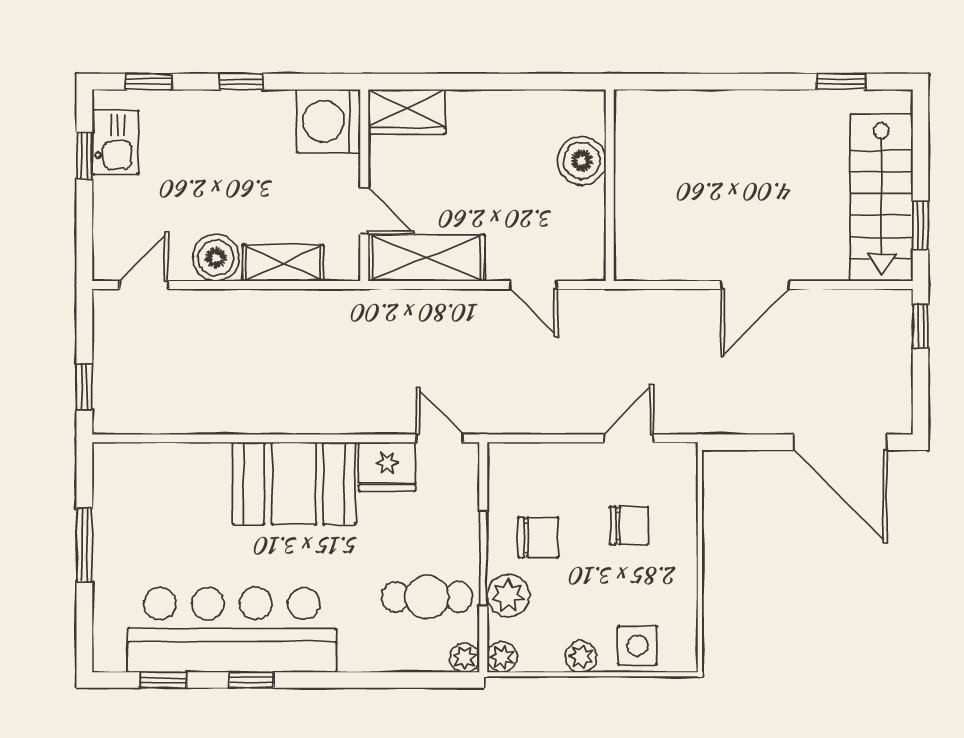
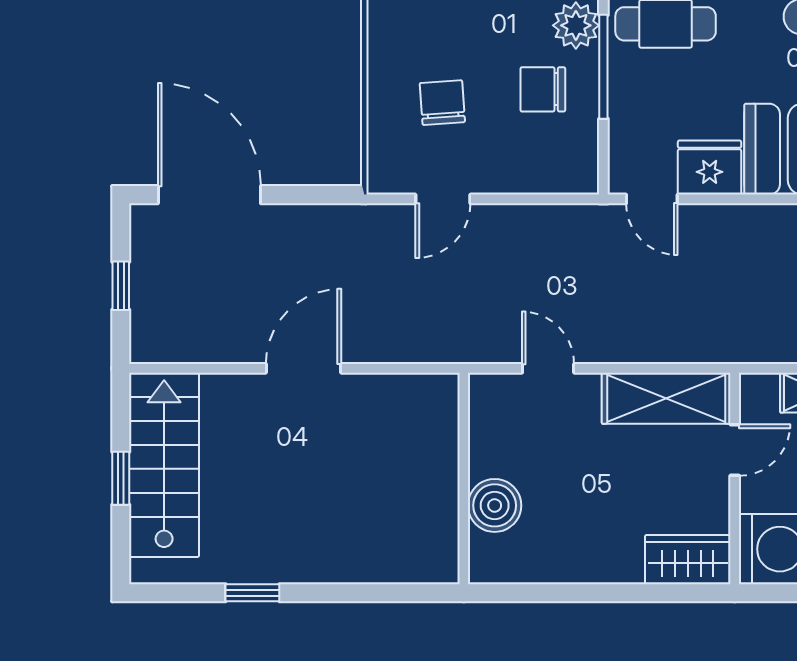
window: (841, 82) -> (252, 593), moved
door: (364, 211) -> (735, 450), swing flipped
window: (920, 225) -> (121, 478), moved
window: (920, 326) -> (121, 286), moved
chair: (629, 526) -> (442, 103), turned 86

